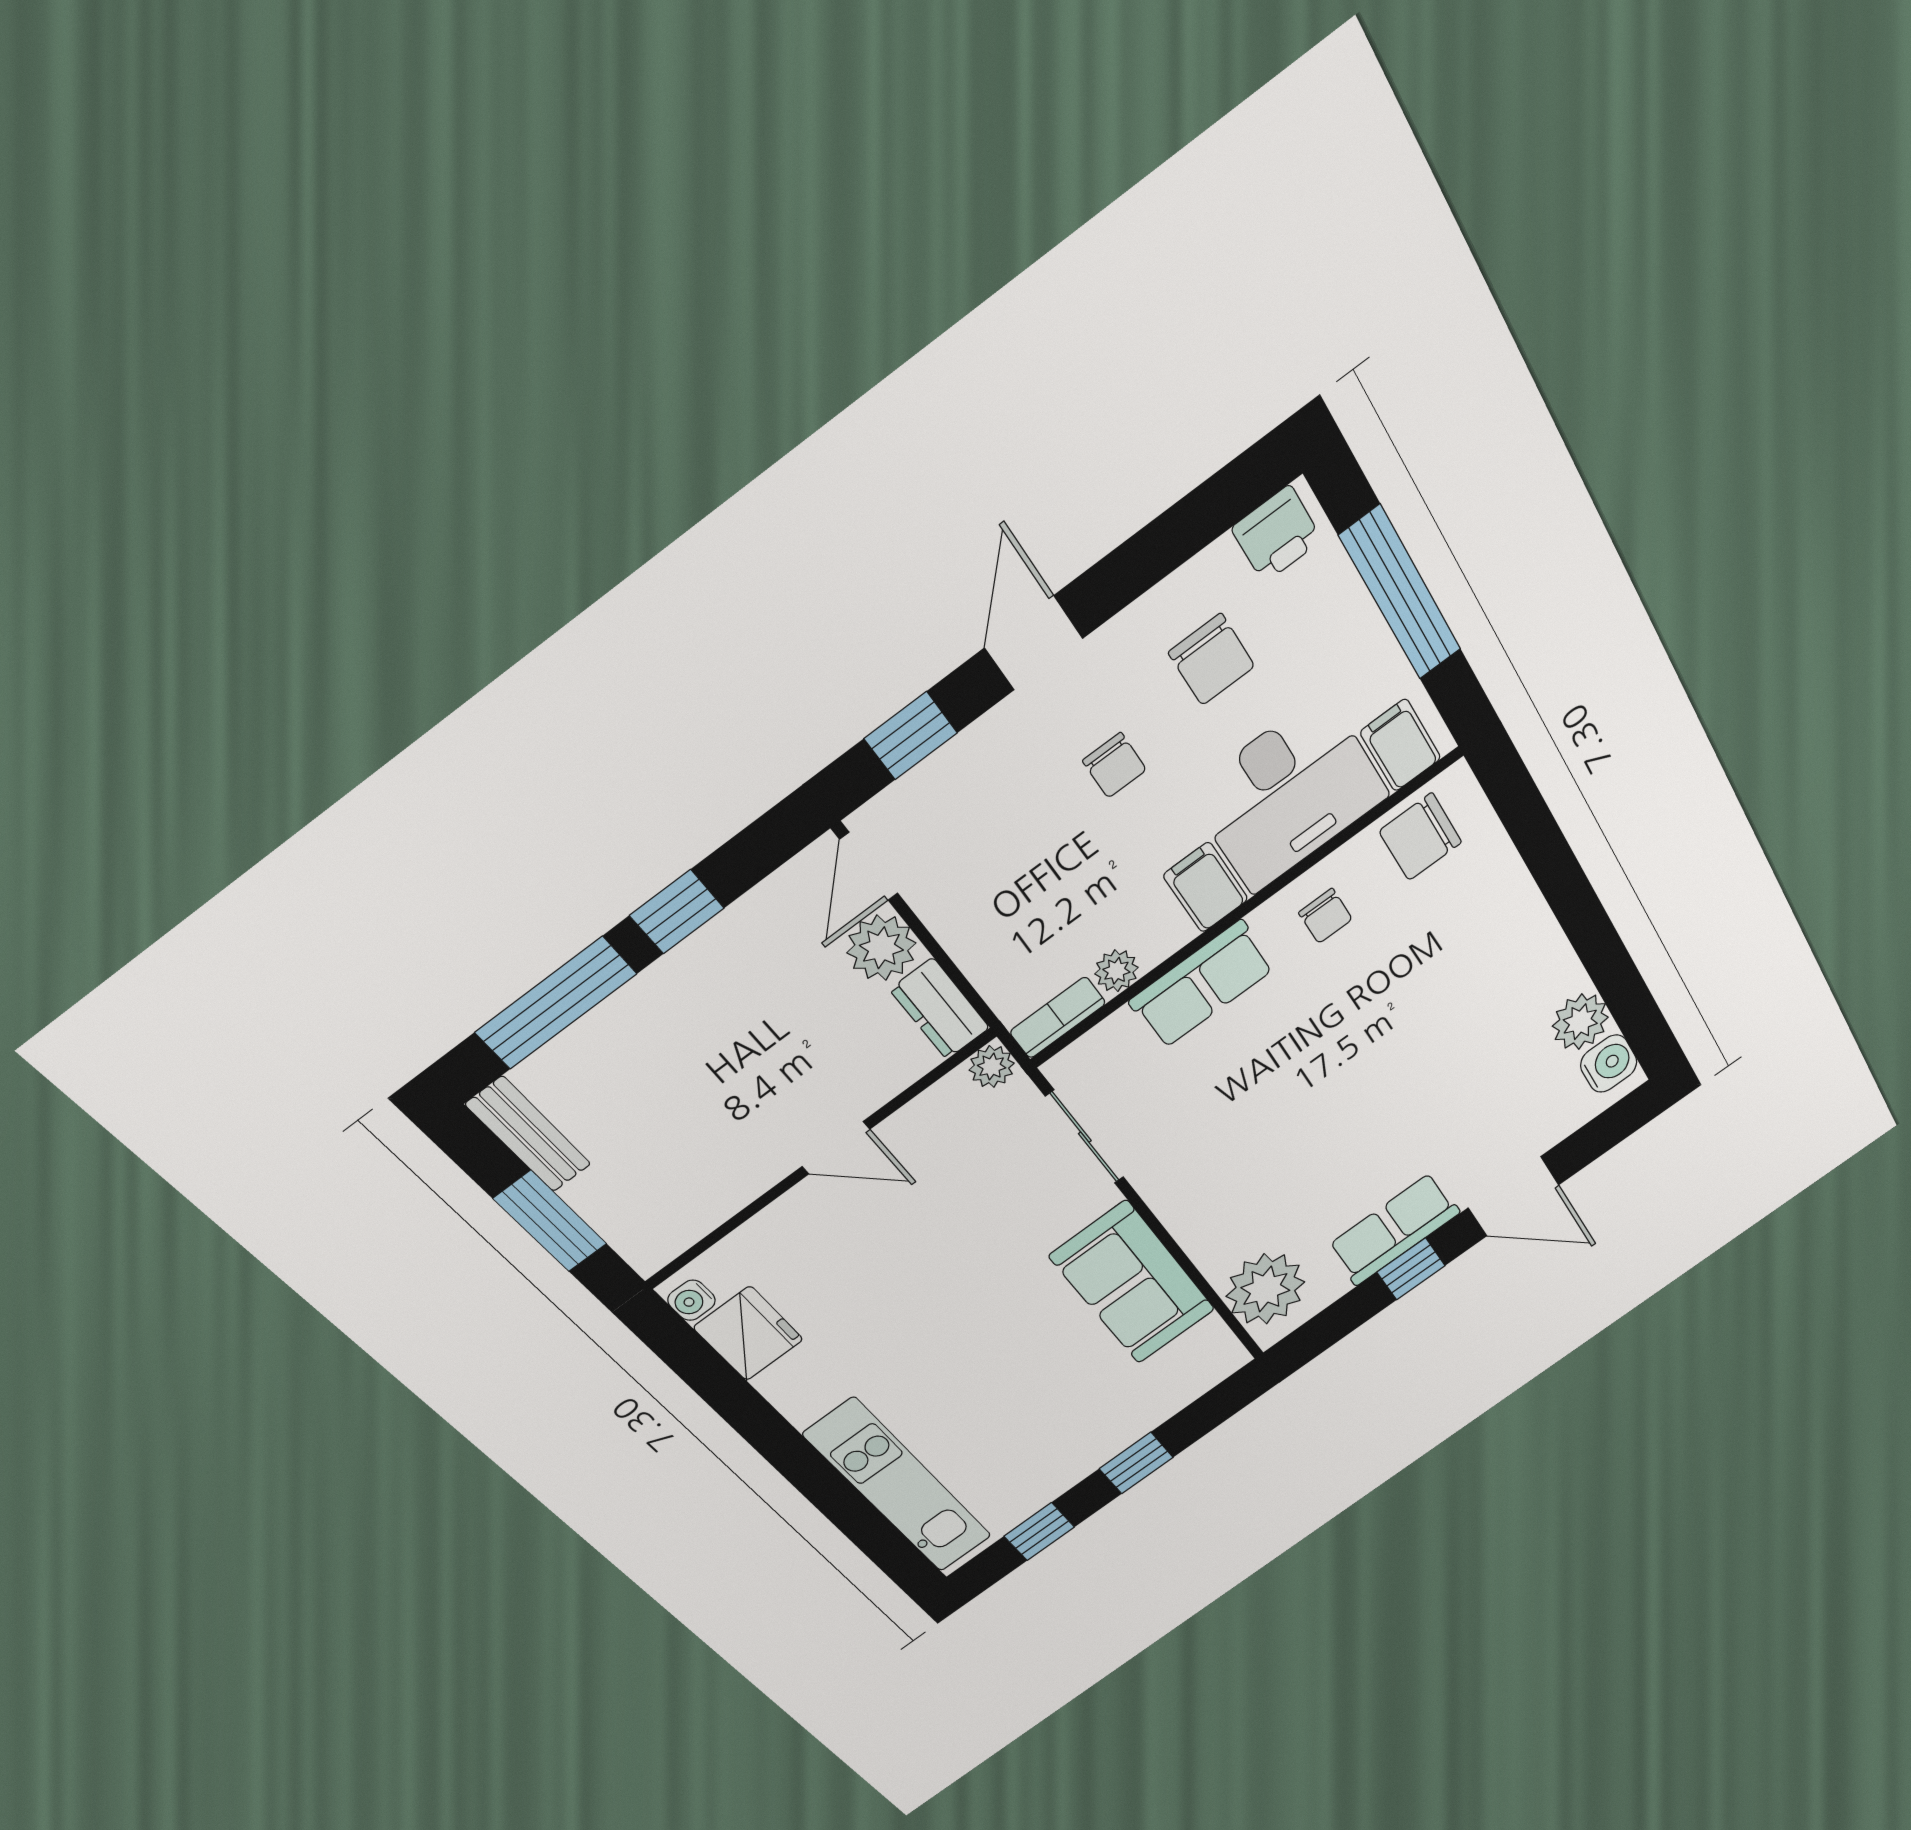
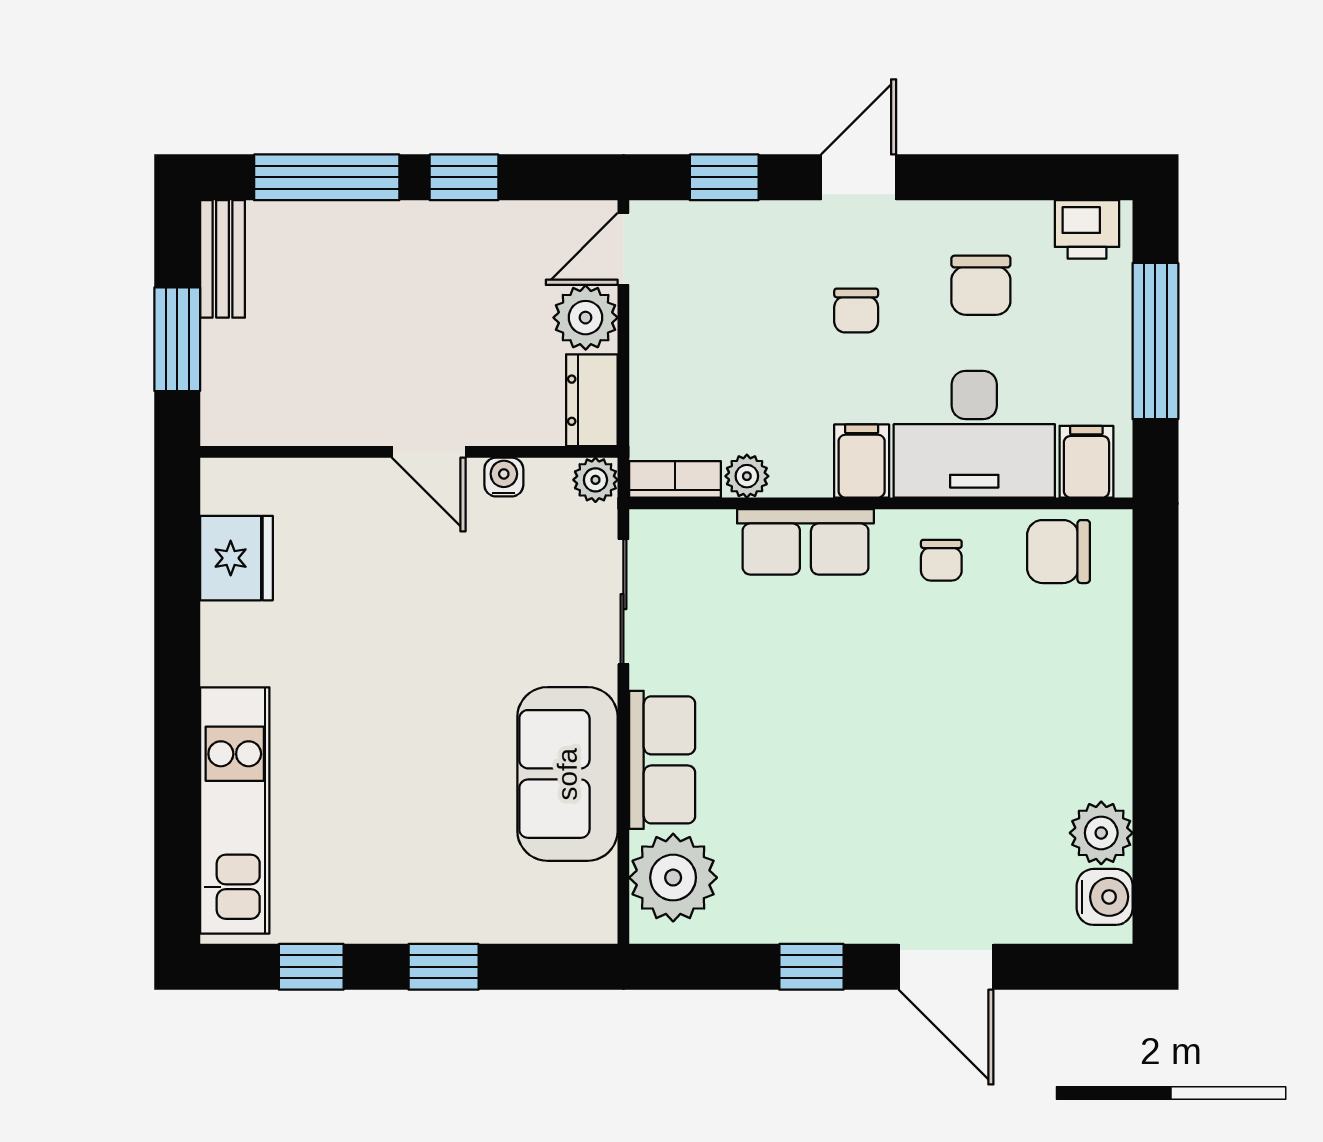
row of seats: (1394, 1229) -> (662, 760), moved, turned 90
water cooler: (691, 1300) -> (504, 477), moved, turned 90

